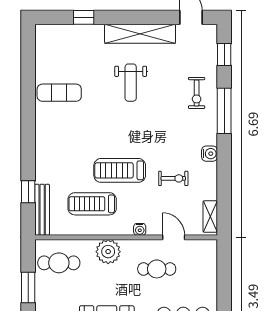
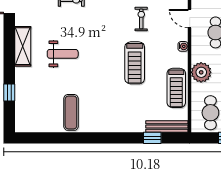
shelving: (140, 34) -> (23, 46), width x0.68
treadmill: (92, 204) -> (176, 88), moved
door: (174, 237) -> (190, 19), hinge flipped

